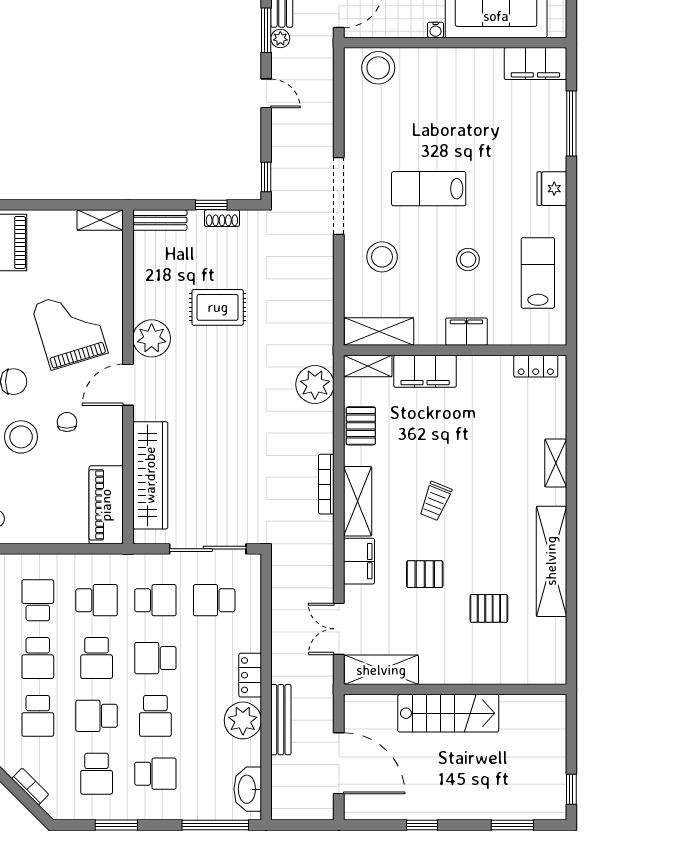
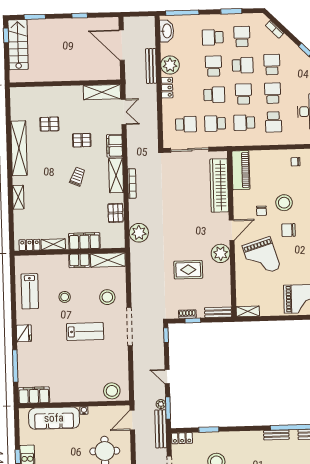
filing cabinet: (466, 332) -> (79, 261), moved
shelving: (368, 366) -> (53, 244), moved
stairs: (448, 713) -> (18, 45), moved, turned 90

